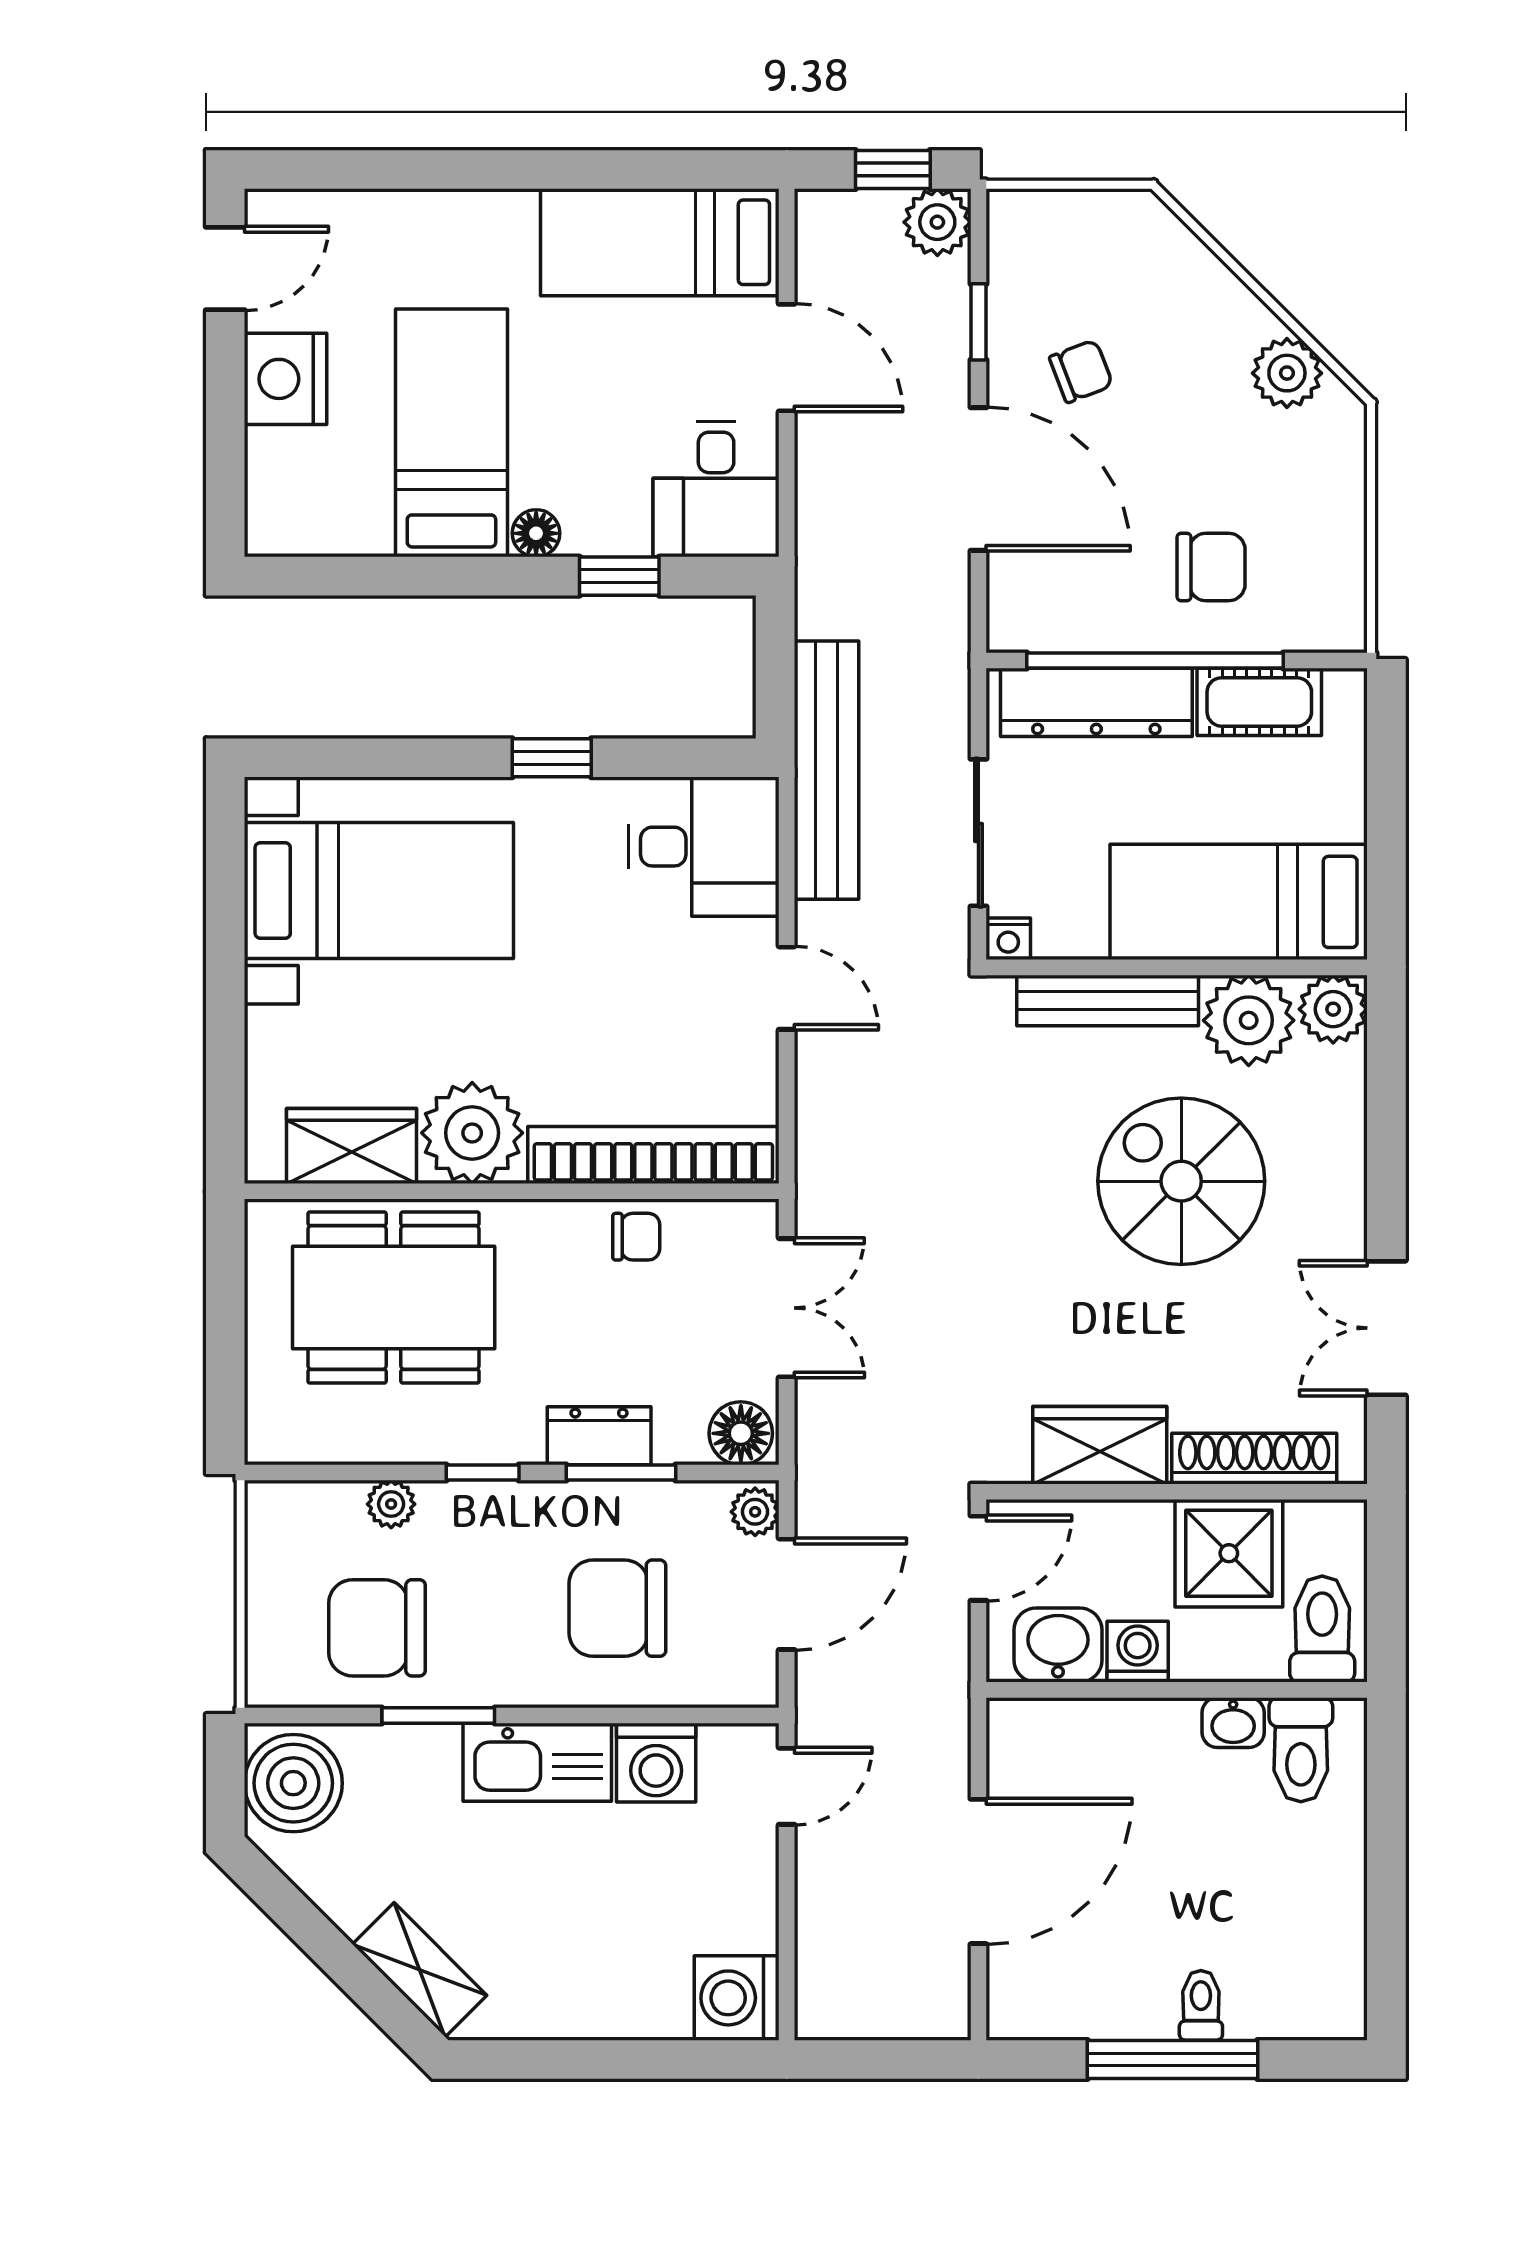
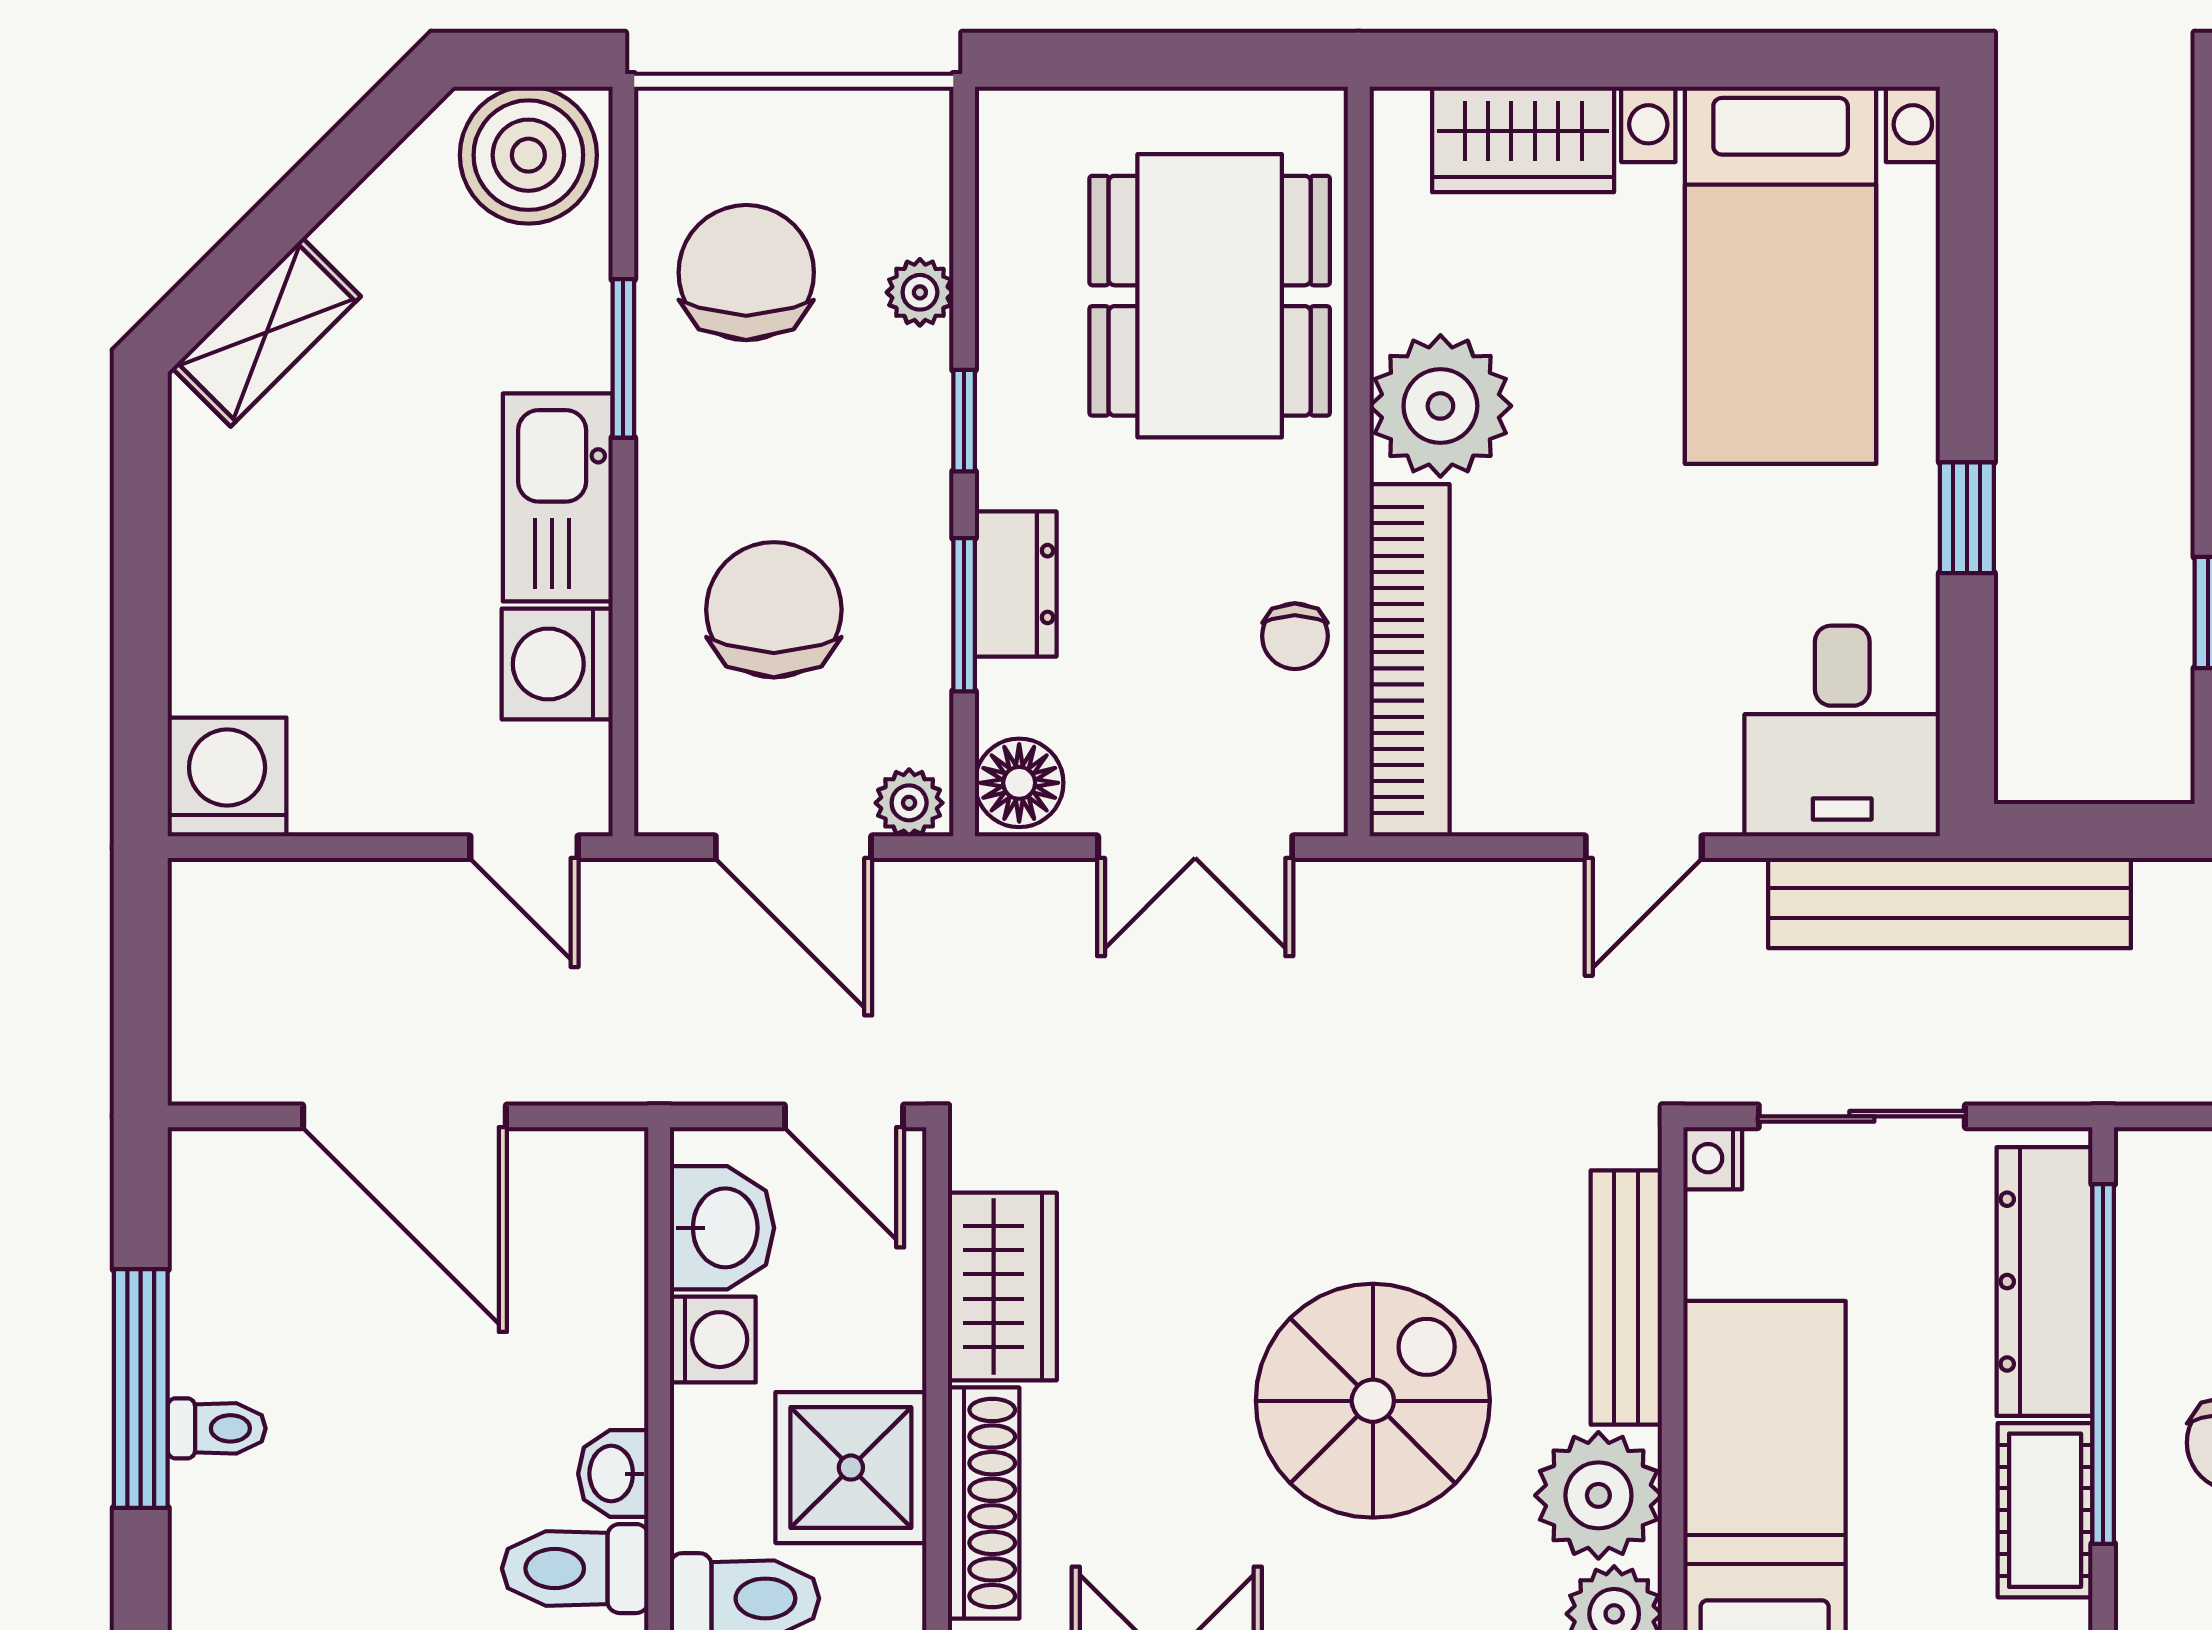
wardrobe: (352, 1146) -> (1523, 139), moved, turned 90

